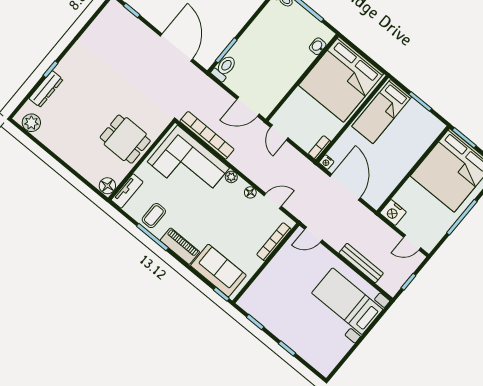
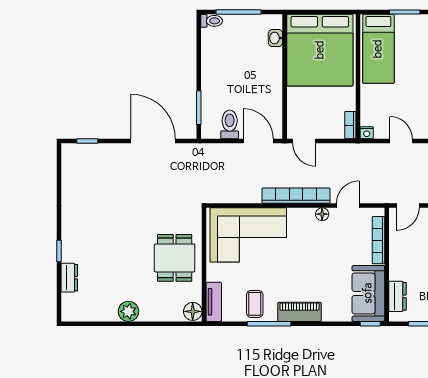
toilet: (224, 68) -> (230, 124), moved
dresser: (46, 89) -> (69, 278), width x0.70
door: (248, 107) -> (258, 141), swing flipped
plant: (31, 123) -> (128, 311), moved
bookcase: (207, 135) -> (296, 196), moved
dining table: (125, 139) -> (175, 258), turned 90
plant: (231, 177) -> (294, 214), removed
door: (345, 187) -> (401, 141), width x0.53
sofa: (218, 270) -> (368, 293), moved, turned -90
dresser: (255, 291) -> (397, 296), added

